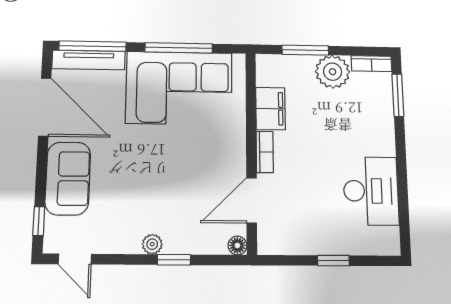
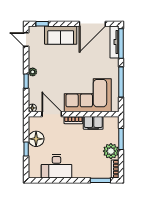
corner sofa: (179, 88) -> (88, 95), moved, turned 90
floor lamp: (309, 237) -> (36, 139), added
door: (75, 259) -> (26, 40), hinge flipped

